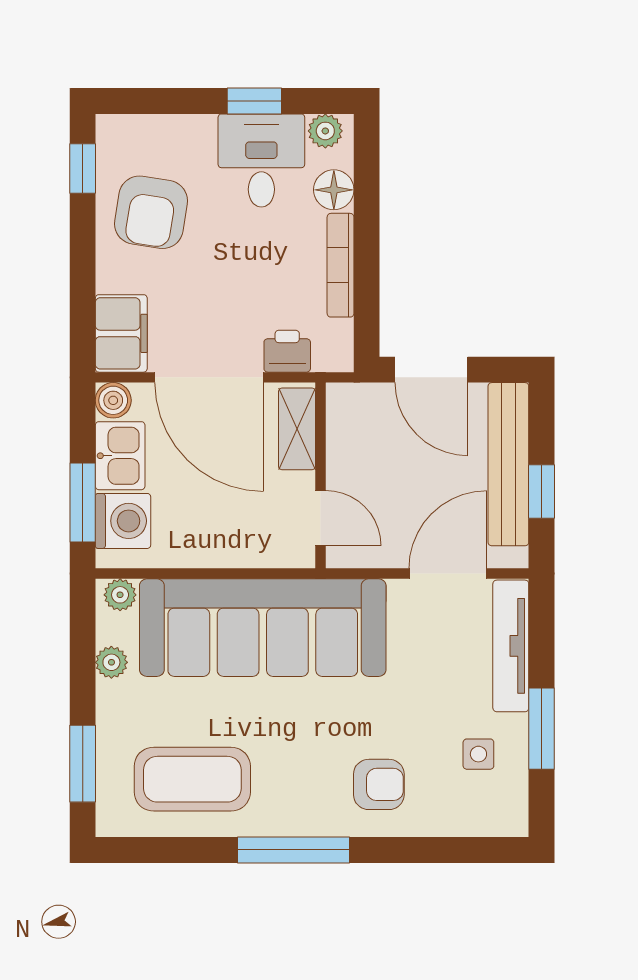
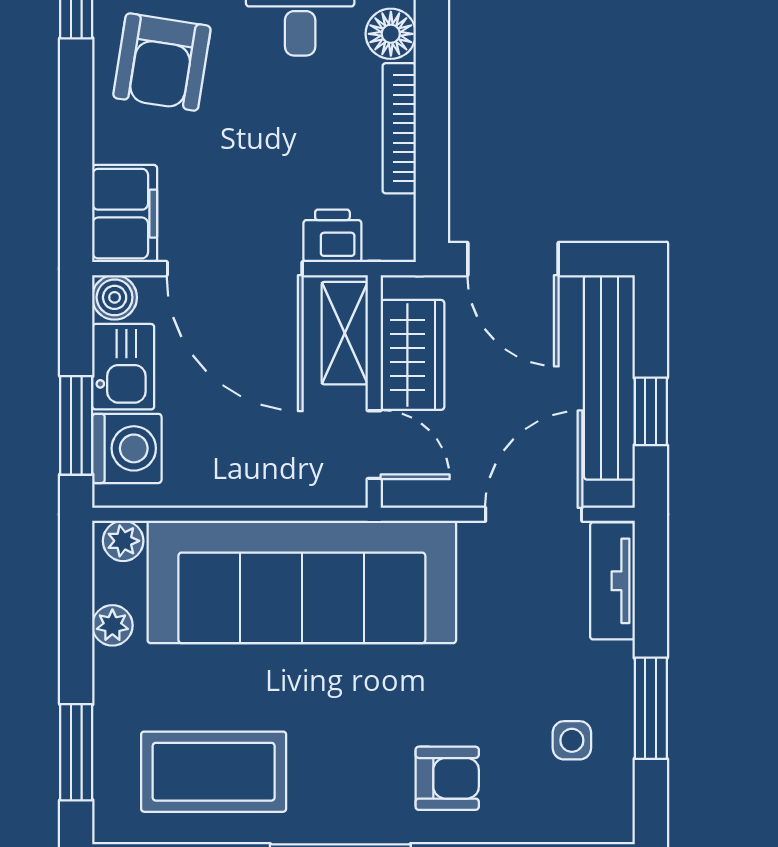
wardrobe: (351, 446) -> (412, 355), added
tv unit: (511, 646) -> (612, 581), width x0.71

